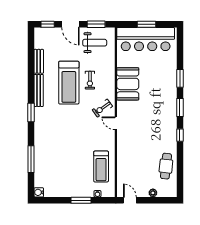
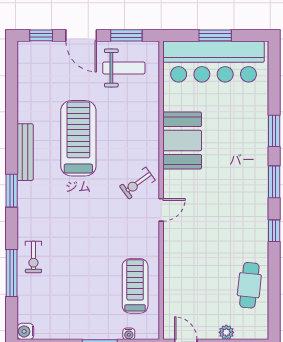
bench: (39, 61) -> (25, 101), removed
exercise bike: (90, 80) -> (33, 257), moved
treadmill: (69, 83) -> (78, 138), turned 180
door: (116, 123) -> (161, 210), swing flipped
treadmill: (101, 167) -> (135, 286), turned 180

